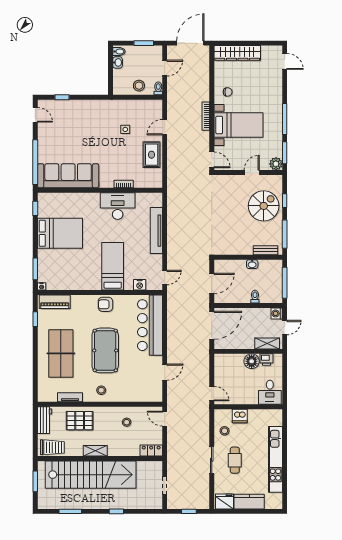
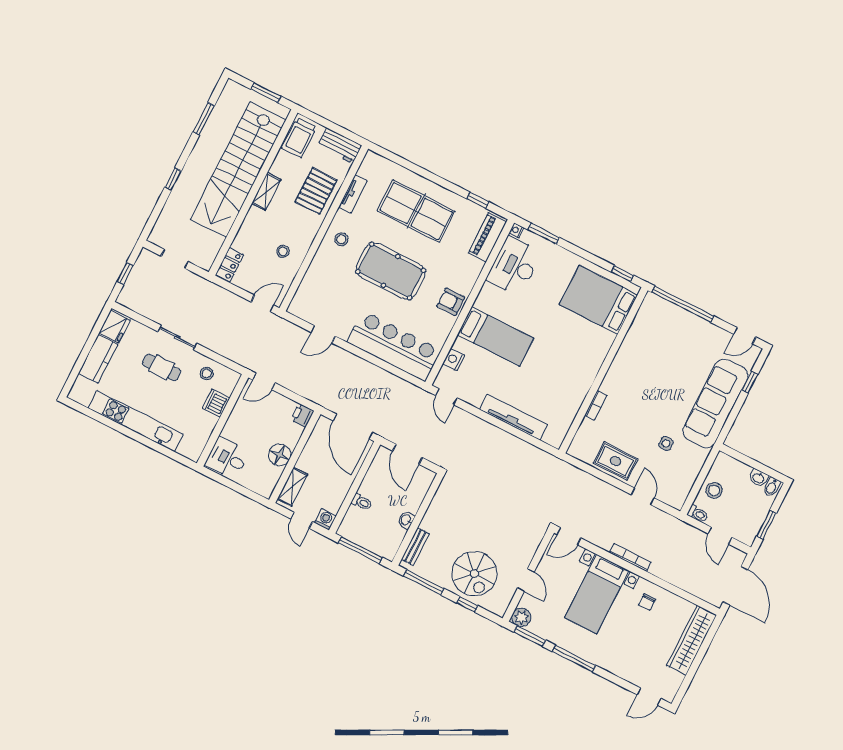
sofa: (68, 176) -> (715, 403), moved, turned 180
desk: (118, 206) -> (514, 266), moved, turned 180
bed: (60, 233) -> (598, 300), moved, turned 90
armchair: (105, 304) -> (451, 302), turned -90
printer: (267, 360) -> (302, 415), moved
door: (165, 372) -> (323, 334), hinge flipped

